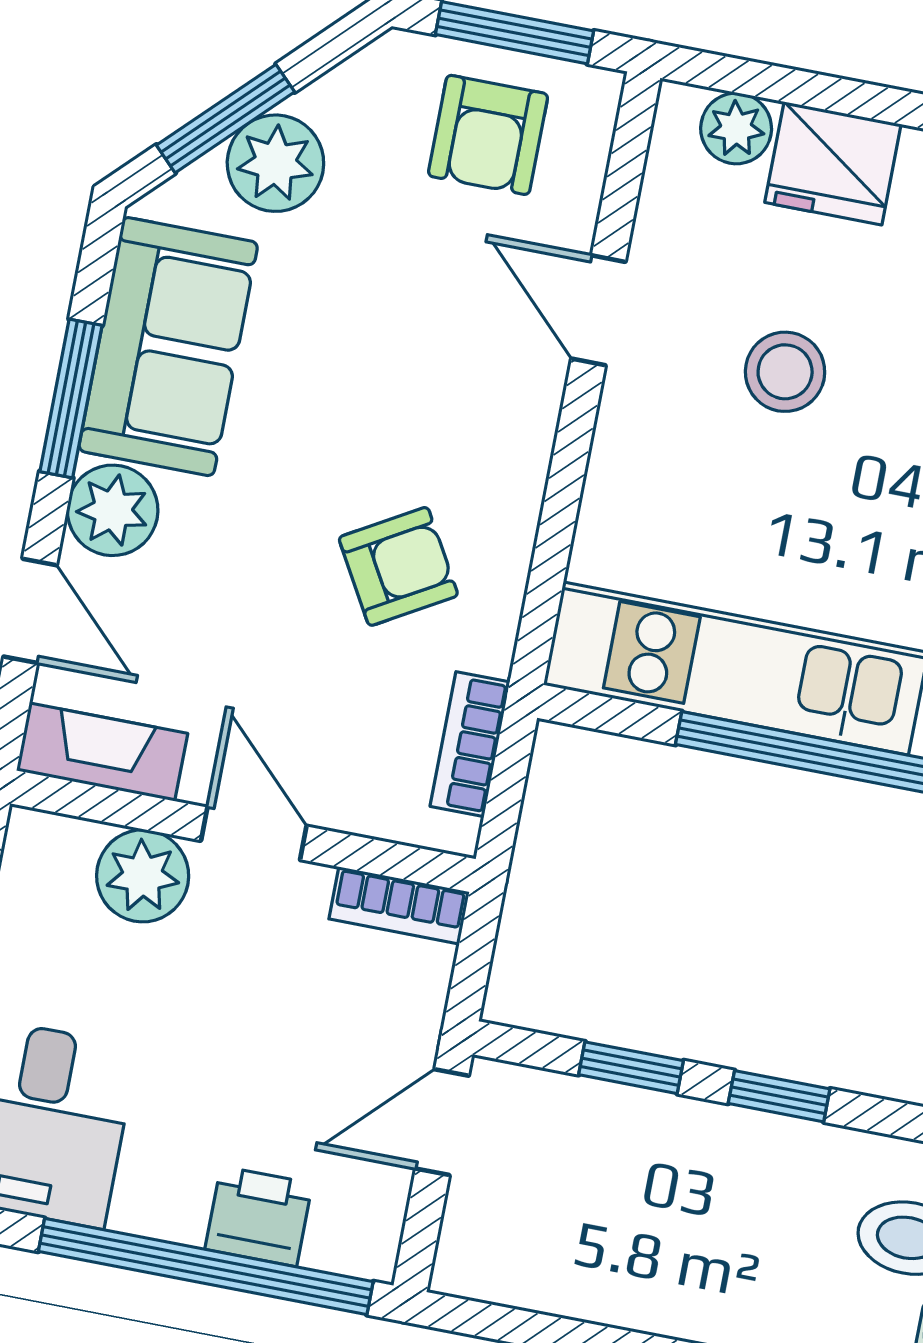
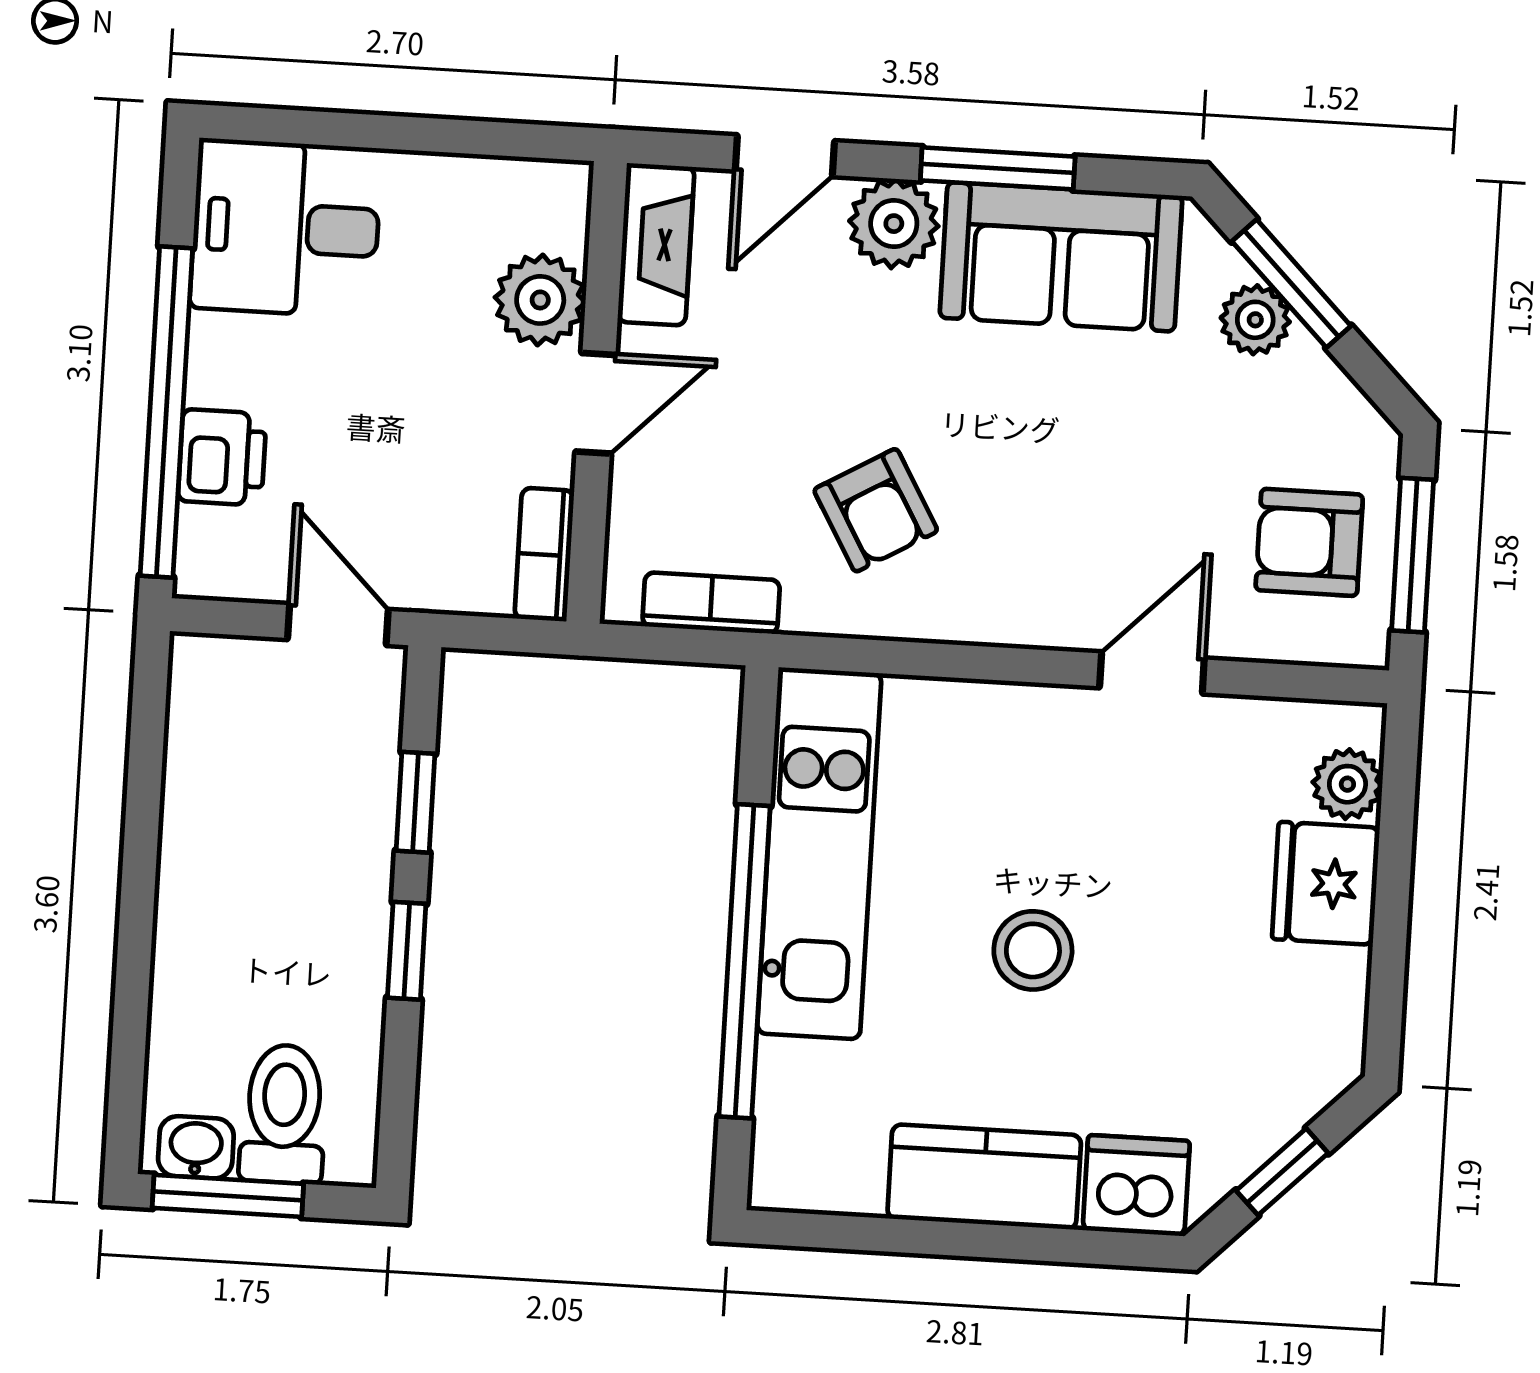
plant: (275, 163) -> (1255, 320), width x0.73, depth x0.73
stool: (785, 372) -> (1033, 950), moved

